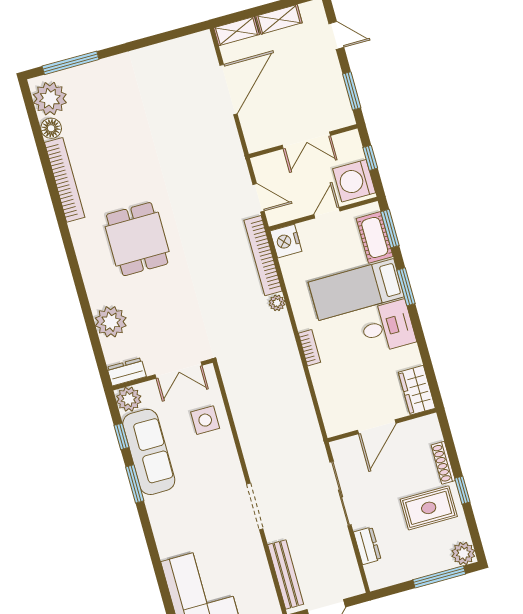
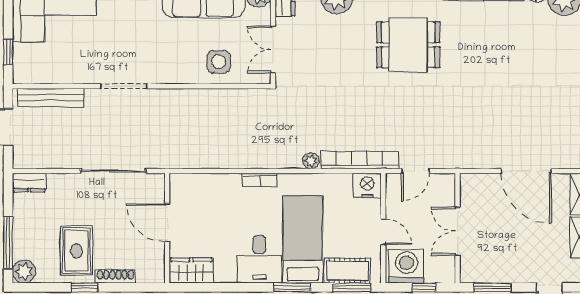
dresser: (367, 546) -> (29, 182), moved

